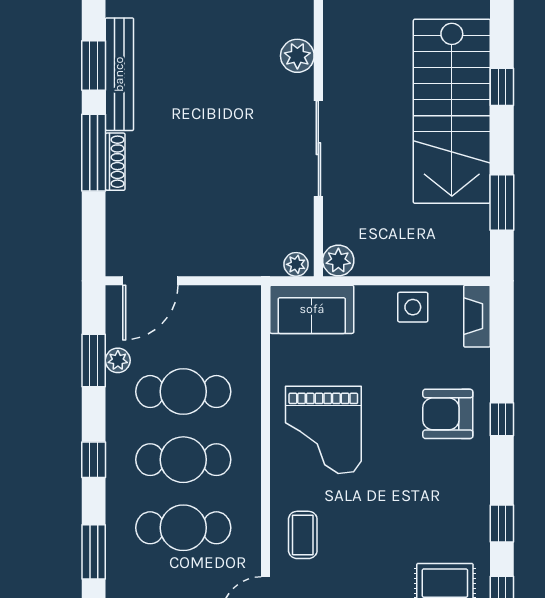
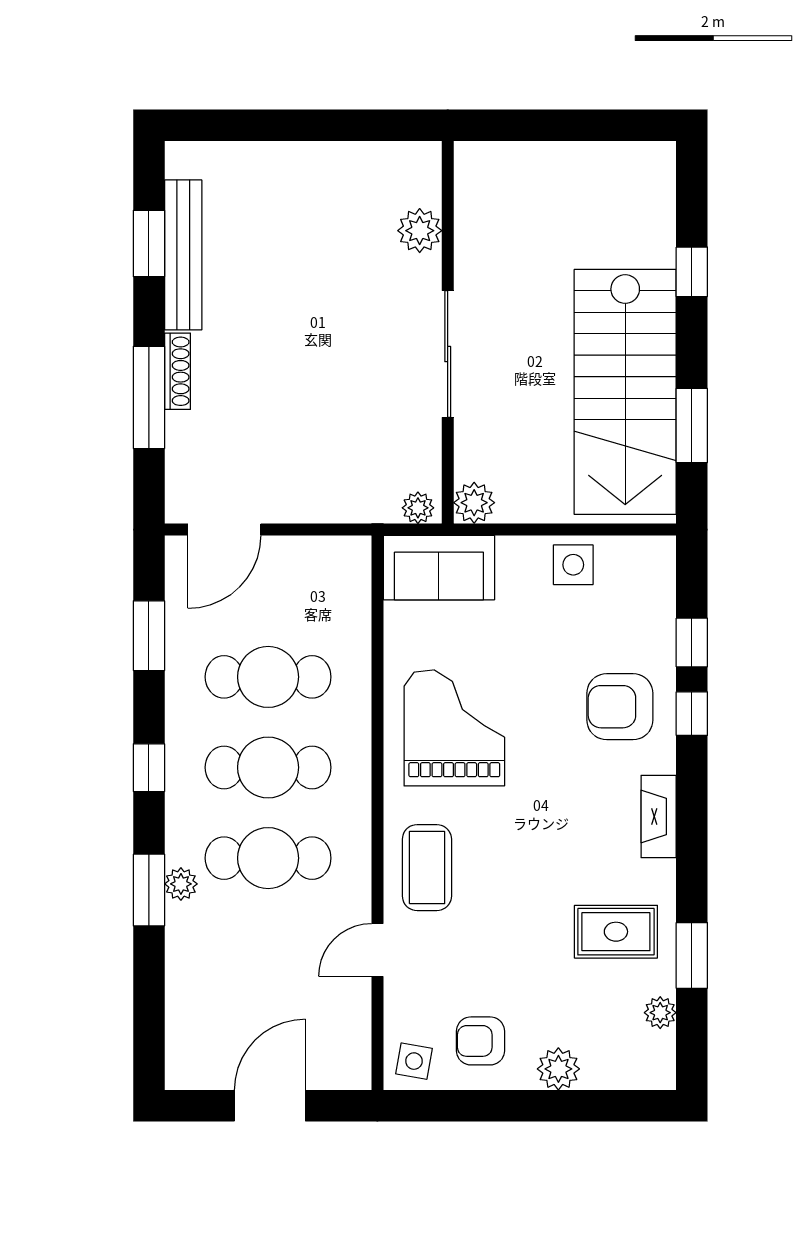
stairs: (452, 111) -> (625, 392), moved
window: (94, 153) -> (149, 397), moved
fireplace: (477, 316) -> (659, 816), moved
plant: (118, 360) -> (181, 884), moved
grand piano: (323, 430) -> (454, 728), turned 180
window: (502, 524) -> (692, 643), moved
coffee table: (303, 535) -> (427, 868), width x1.36, depth x1.30

